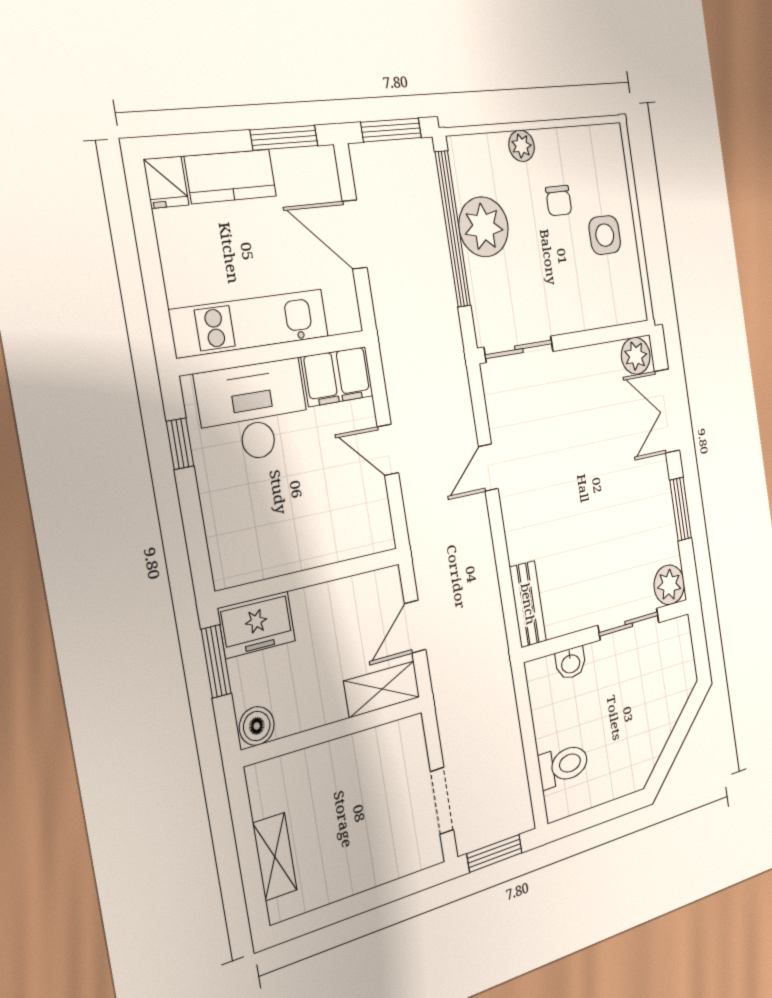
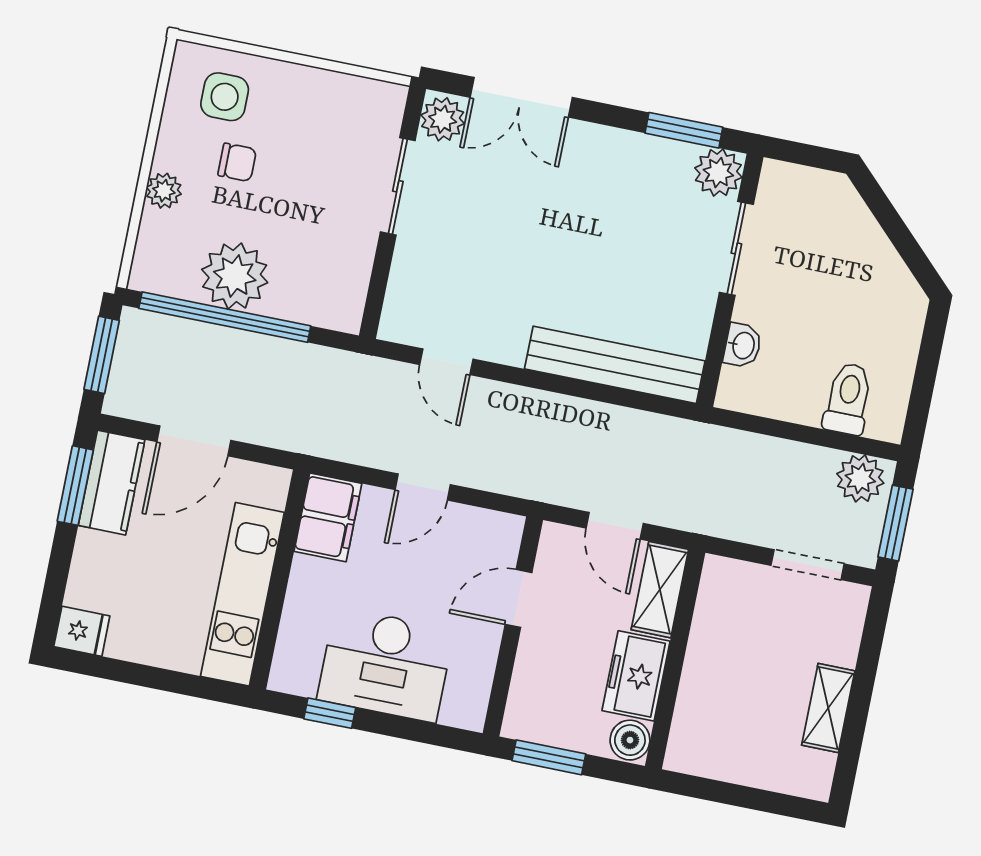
kitchen counter: (231, 176) -> (112, 483), moved
side table: (605, 235) -> (225, 97), moved
sliding door: (519, 349) -> (398, 186), moved
desk: (254, 411) -> (385, 665), moved, turned -90
door: (488, 468) -> (446, 362), moved
window: (681, 509) -> (684, 130), moved
door: (333, 572) -> (518, 598), added
bench: (528, 604) -> (615, 365), width x1.86, depth x1.21
freezer: (257, 625) -> (636, 676), moved, turned 180
plant: (515, 807) -> (860, 478), added
shelving: (275, 857) -> (828, 708), moved, turned 90

